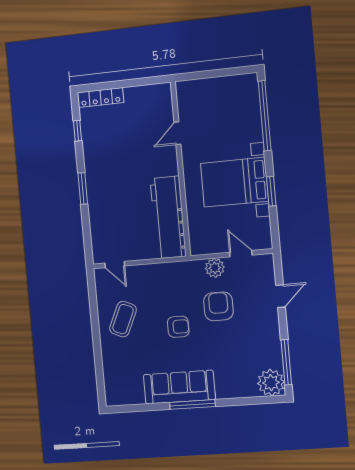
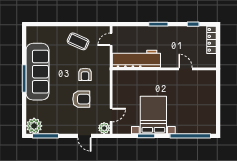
door: (177, 133) -> (186, 69), moved
wall: (181, 169) -> (164, 69), moved
workbench: (168, 217) -> (136, 59), moved
plant: (215, 268) -> (104, 128), moved
armchair: (178, 327) -> (85, 74), moved
sofa: (179, 387) -> (37, 72), width x1.36, depth x1.27

